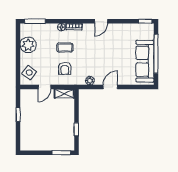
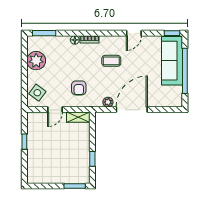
door: (101, 21) -> (134, 33), moved
coffee table: (65, 47) -> (111, 61), moved
sofa: (145, 61) -> (172, 61), moved
door: (110, 87) -> (132, 110), width x1.88

